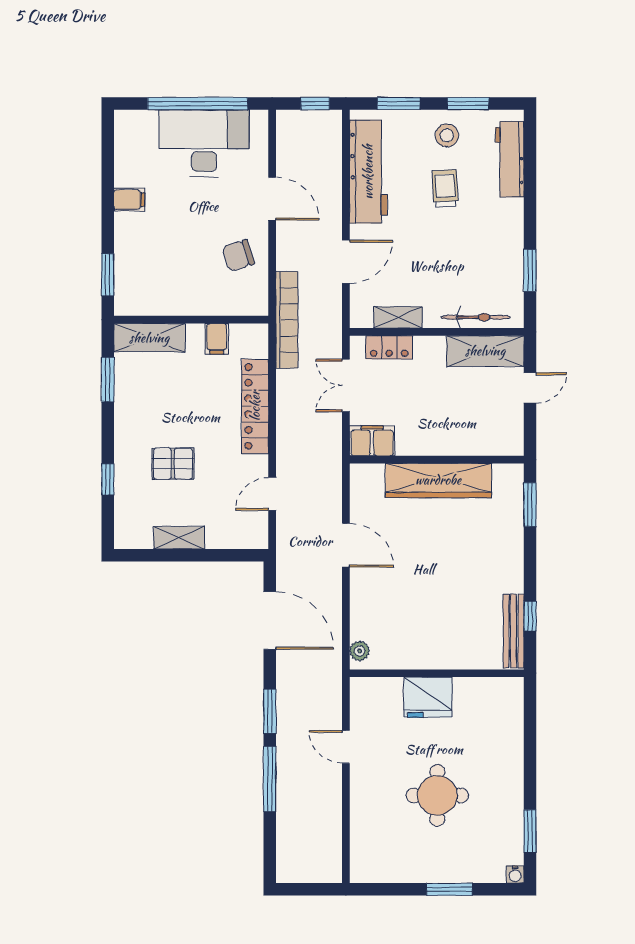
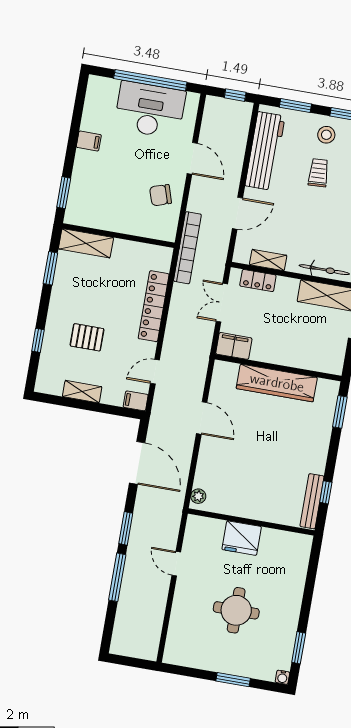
filing cabinet: (217, 339) -> (136, 401), moved, turned 90

